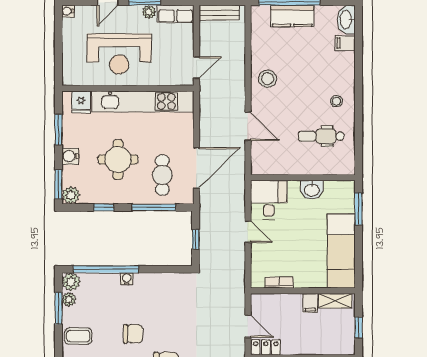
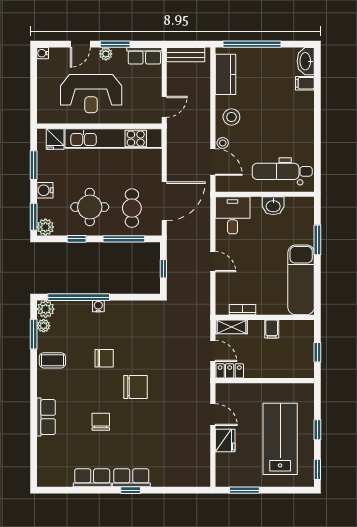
plant: (149, 12) -> (106, 54), moved
kitchen counter: (292, 16) -> (225, 74), moved, turned -90
stool: (337, 101) -> (223, 143), moved
dental chair: (321, 136) -> (282, 171), width x1.36, depth x1.38
round table: (118, 159) -> (90, 207), moved
wall: (303, 177) -> (265, 194), moved
washbasin: (312, 190) -> (273, 206), moved
desk: (269, 200) -> (233, 215), moved
shelving: (335, 301) -> (231, 327), moved

